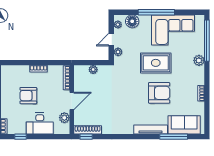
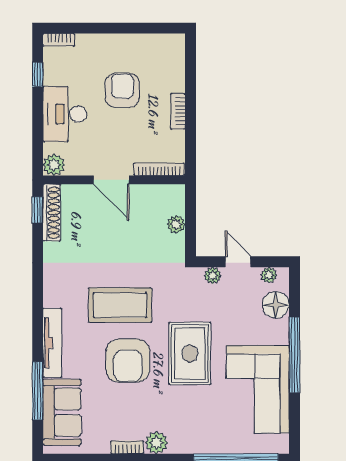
plant: (199, 60) -> (157, 443), moved
coffee table: (132, 97) -> (120, 305), added
plant: (64, 118) -> (54, 165), moved

